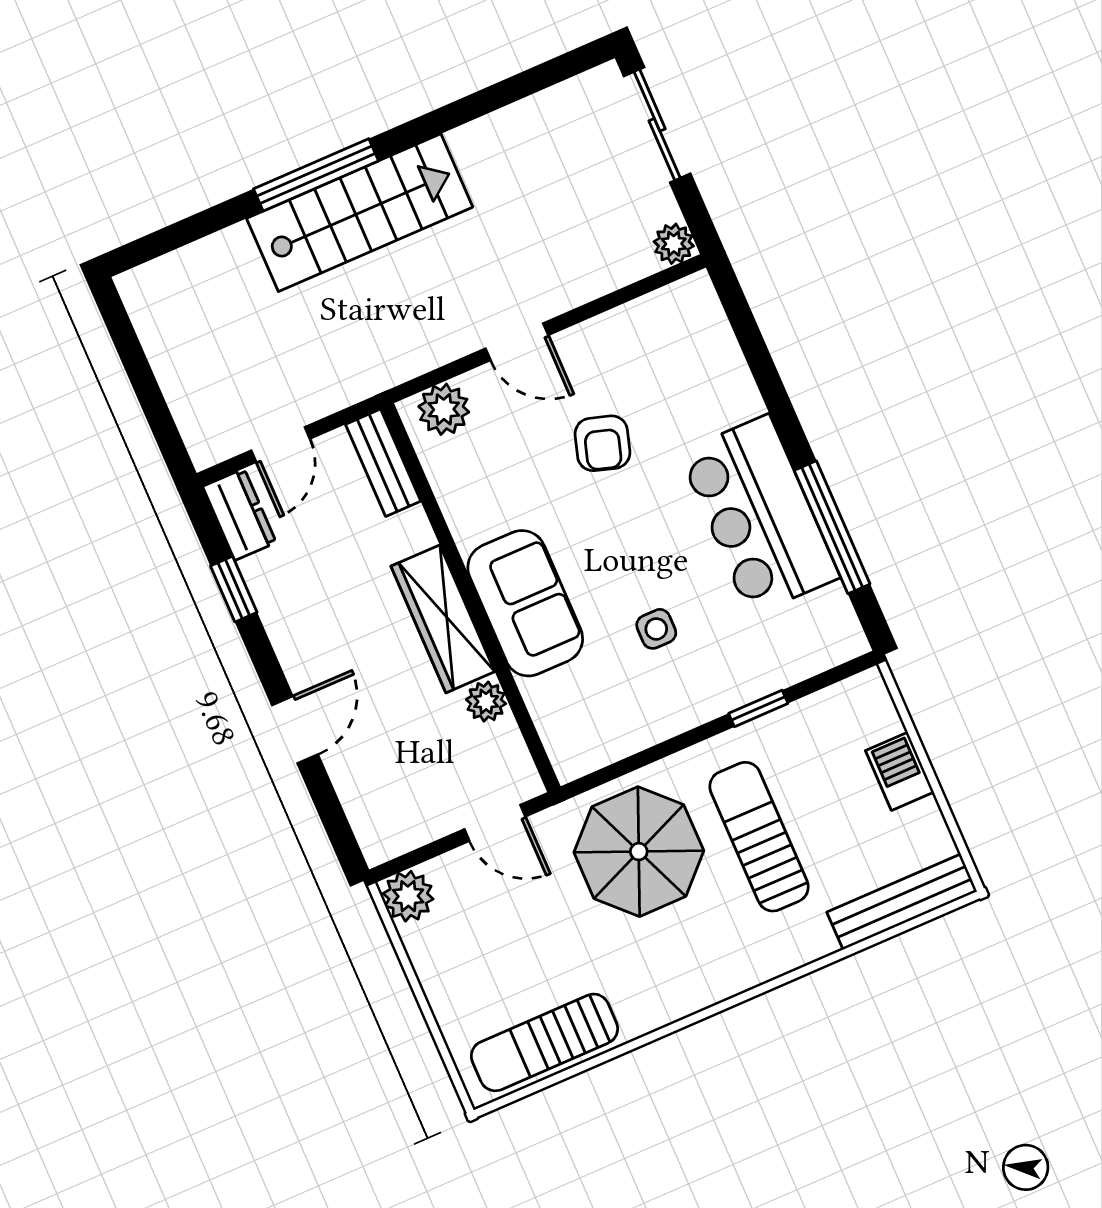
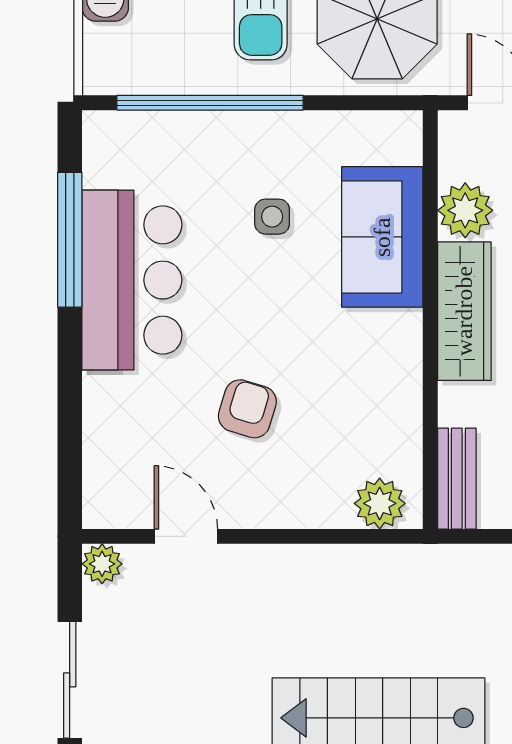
door: (517, 342) -> (186, 536), moved
sofa: (525, 603) -> (382, 237), moved
plant: (486, 702) -> (465, 210), width x1.38, depth x1.38
window: (758, 708) -> (210, 103), width x3.17

